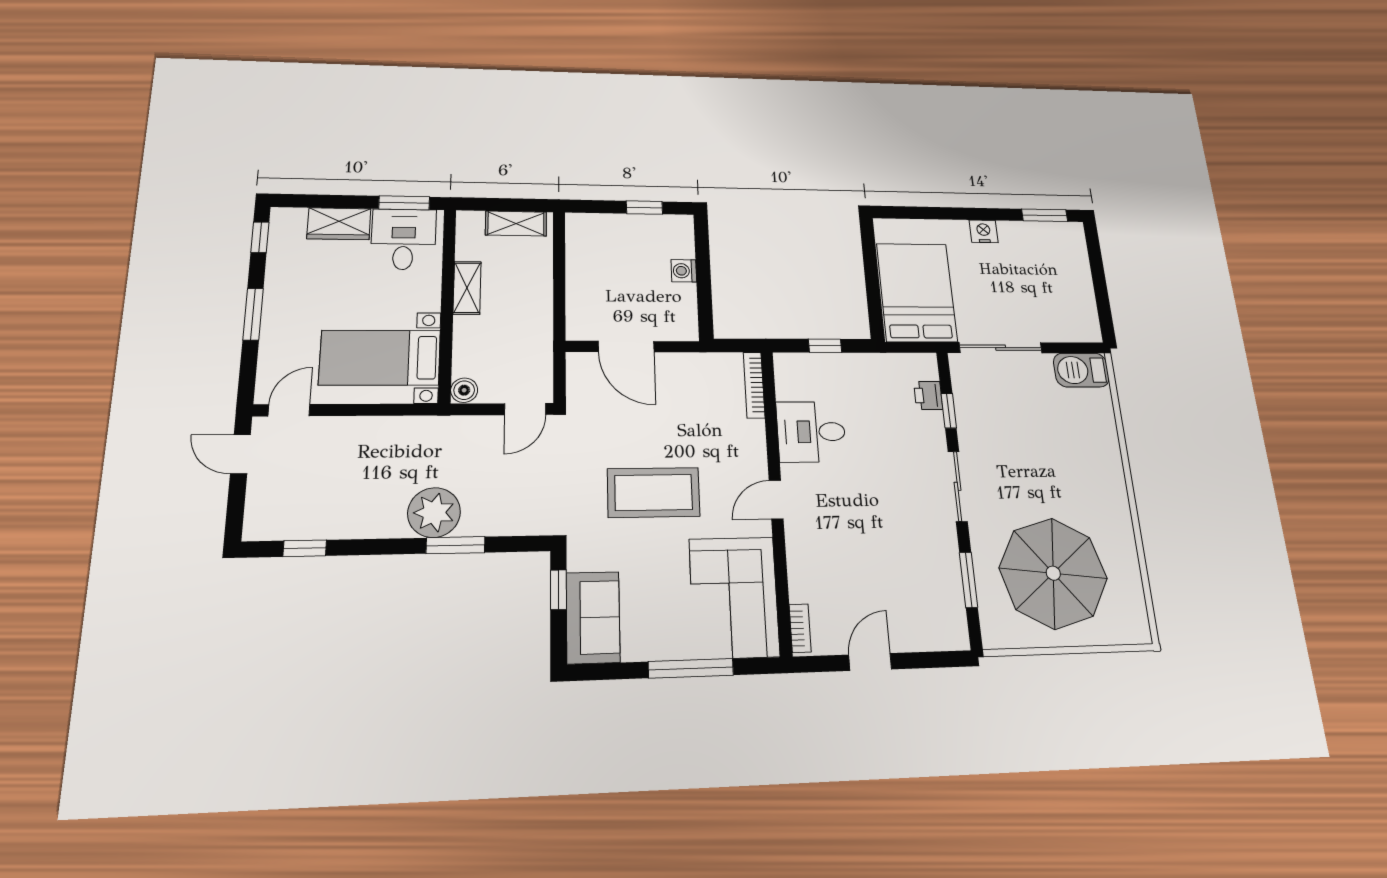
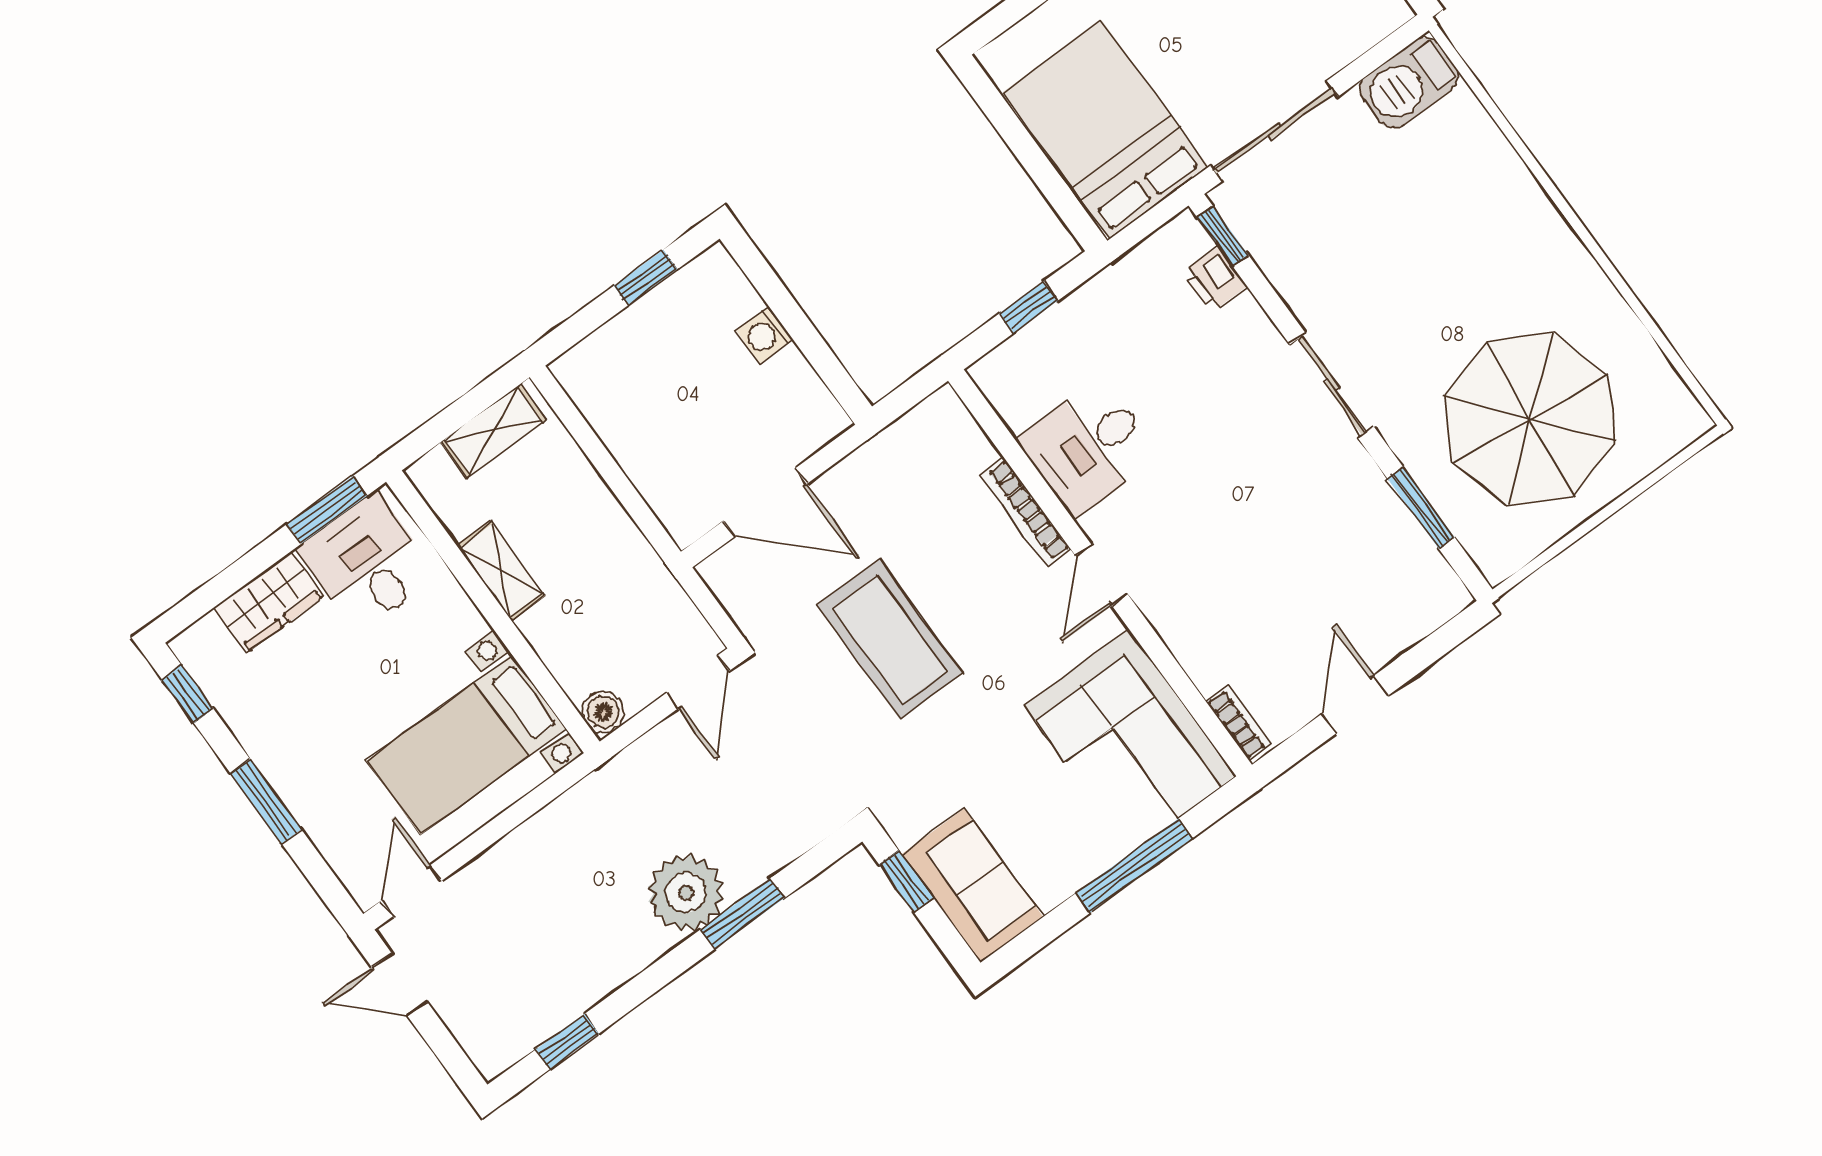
bookcase: (754, 385) -> (1026, 512), moved
window: (949, 411) -> (1223, 236), moved
coffee table: (654, 492) -> (890, 639), moved, turned 90

